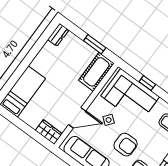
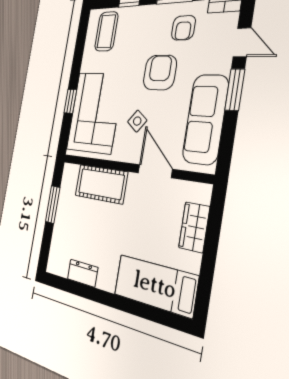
dresser: (58, 35) -> (83, 273), moved
cot: (96, 72) -> (101, 184), moved
wardrobe: (49, 132) -> (194, 227), moved

